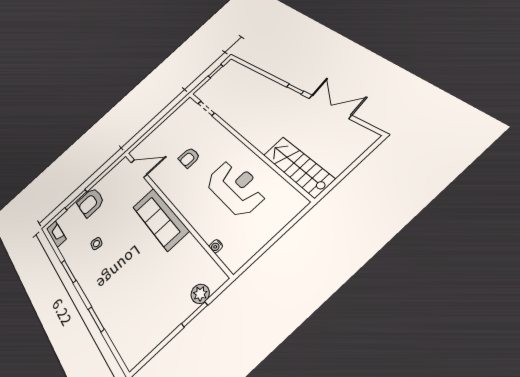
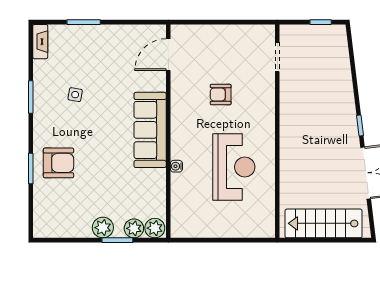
stairs: (298, 167) -> (324, 223), moved, turned -90
door: (139, 168) -> (168, 55), swing flipped
armchair: (91, 202) -> (58, 163), moved, turned 180
water cooler: (216, 246) -> (176, 166), moved
plant: (215, 279) -> (155, 228), added
plant: (177, 315) -> (103, 228), added

